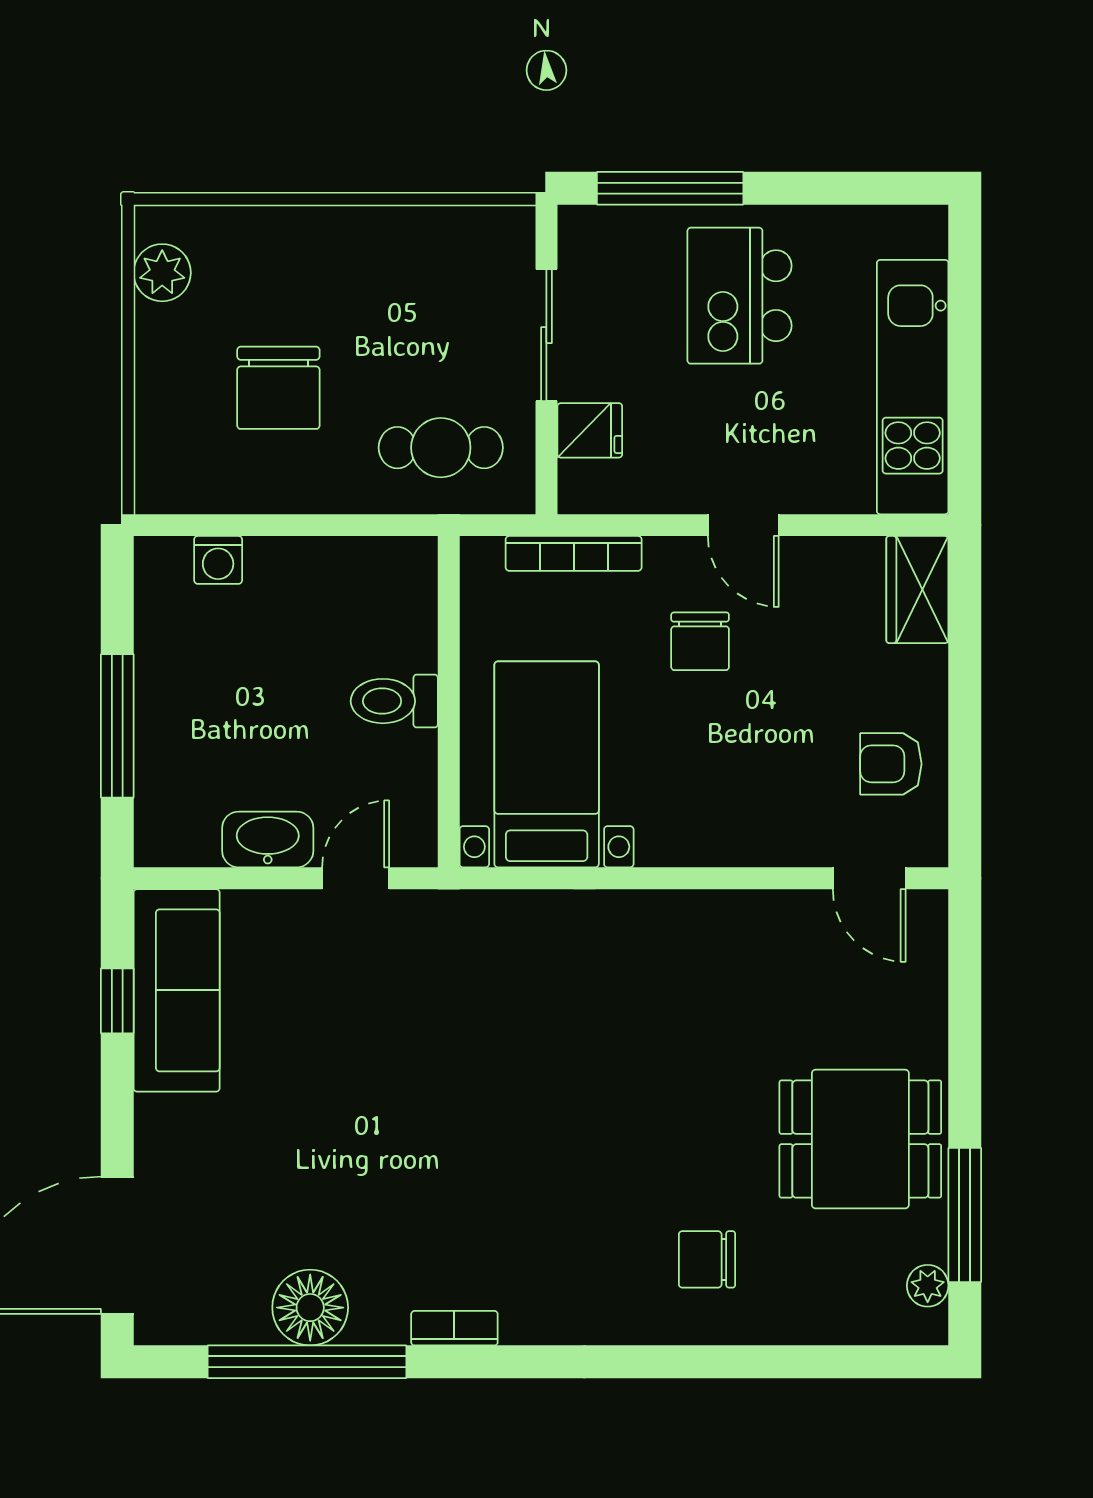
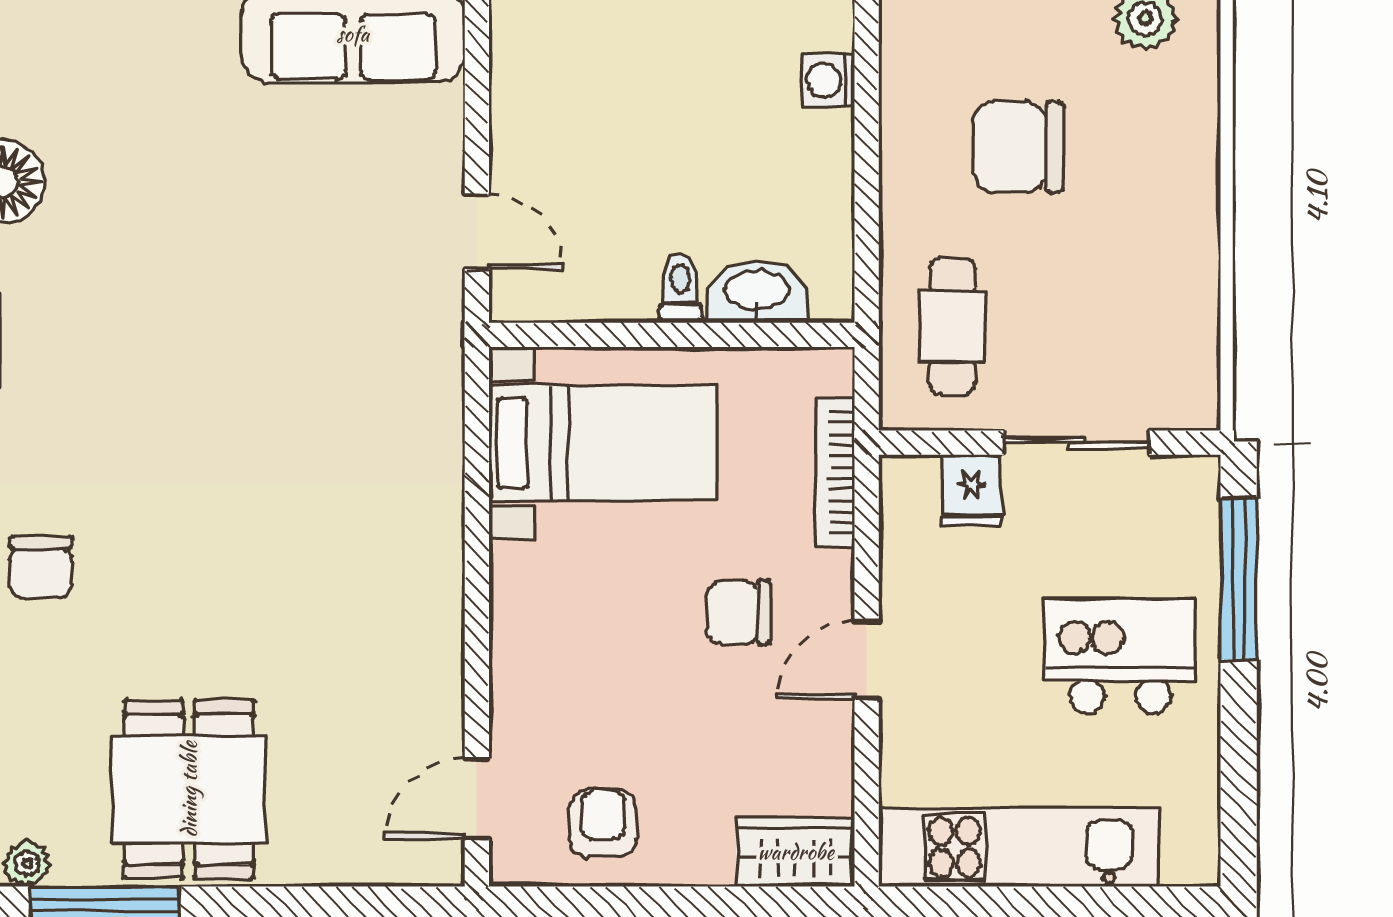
toilet: (394, 701) -> (680, 288), width x0.73, depth x0.72
washbasin: (268, 839) -> (757, 292), moved, turned -90
chair: (707, 1259) -> (41, 567), moved, turned 180

